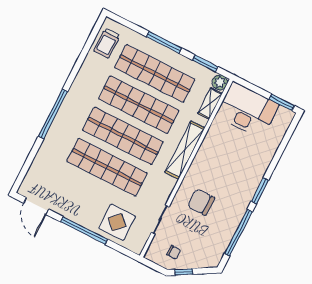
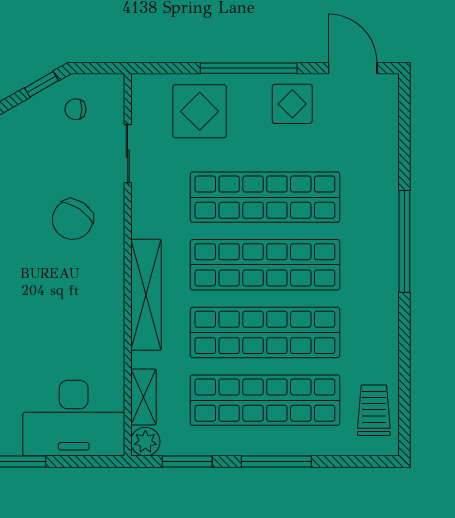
chair: (201, 202) -> (73, 219), turned 124
display table: (72, 204) -> (292, 104), added

